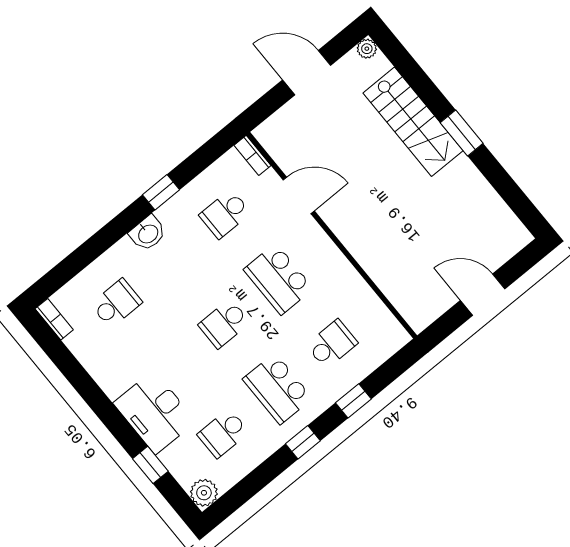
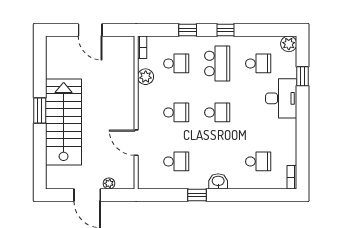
plant: (367, 49) -> (109, 183), moved
stairs: (413, 122) -> (64, 122), width x1.36, depth x1.51
bookcase: (253, 155) -> (142, 47), moved
school desk: (278, 279) -> (176, 112), width x0.54
plant: (358, 293) -> (146, 77), added
school desk: (116, 303) -> (258, 161), turned 180
school desk: (332, 344) -> (176, 63), turned 180

